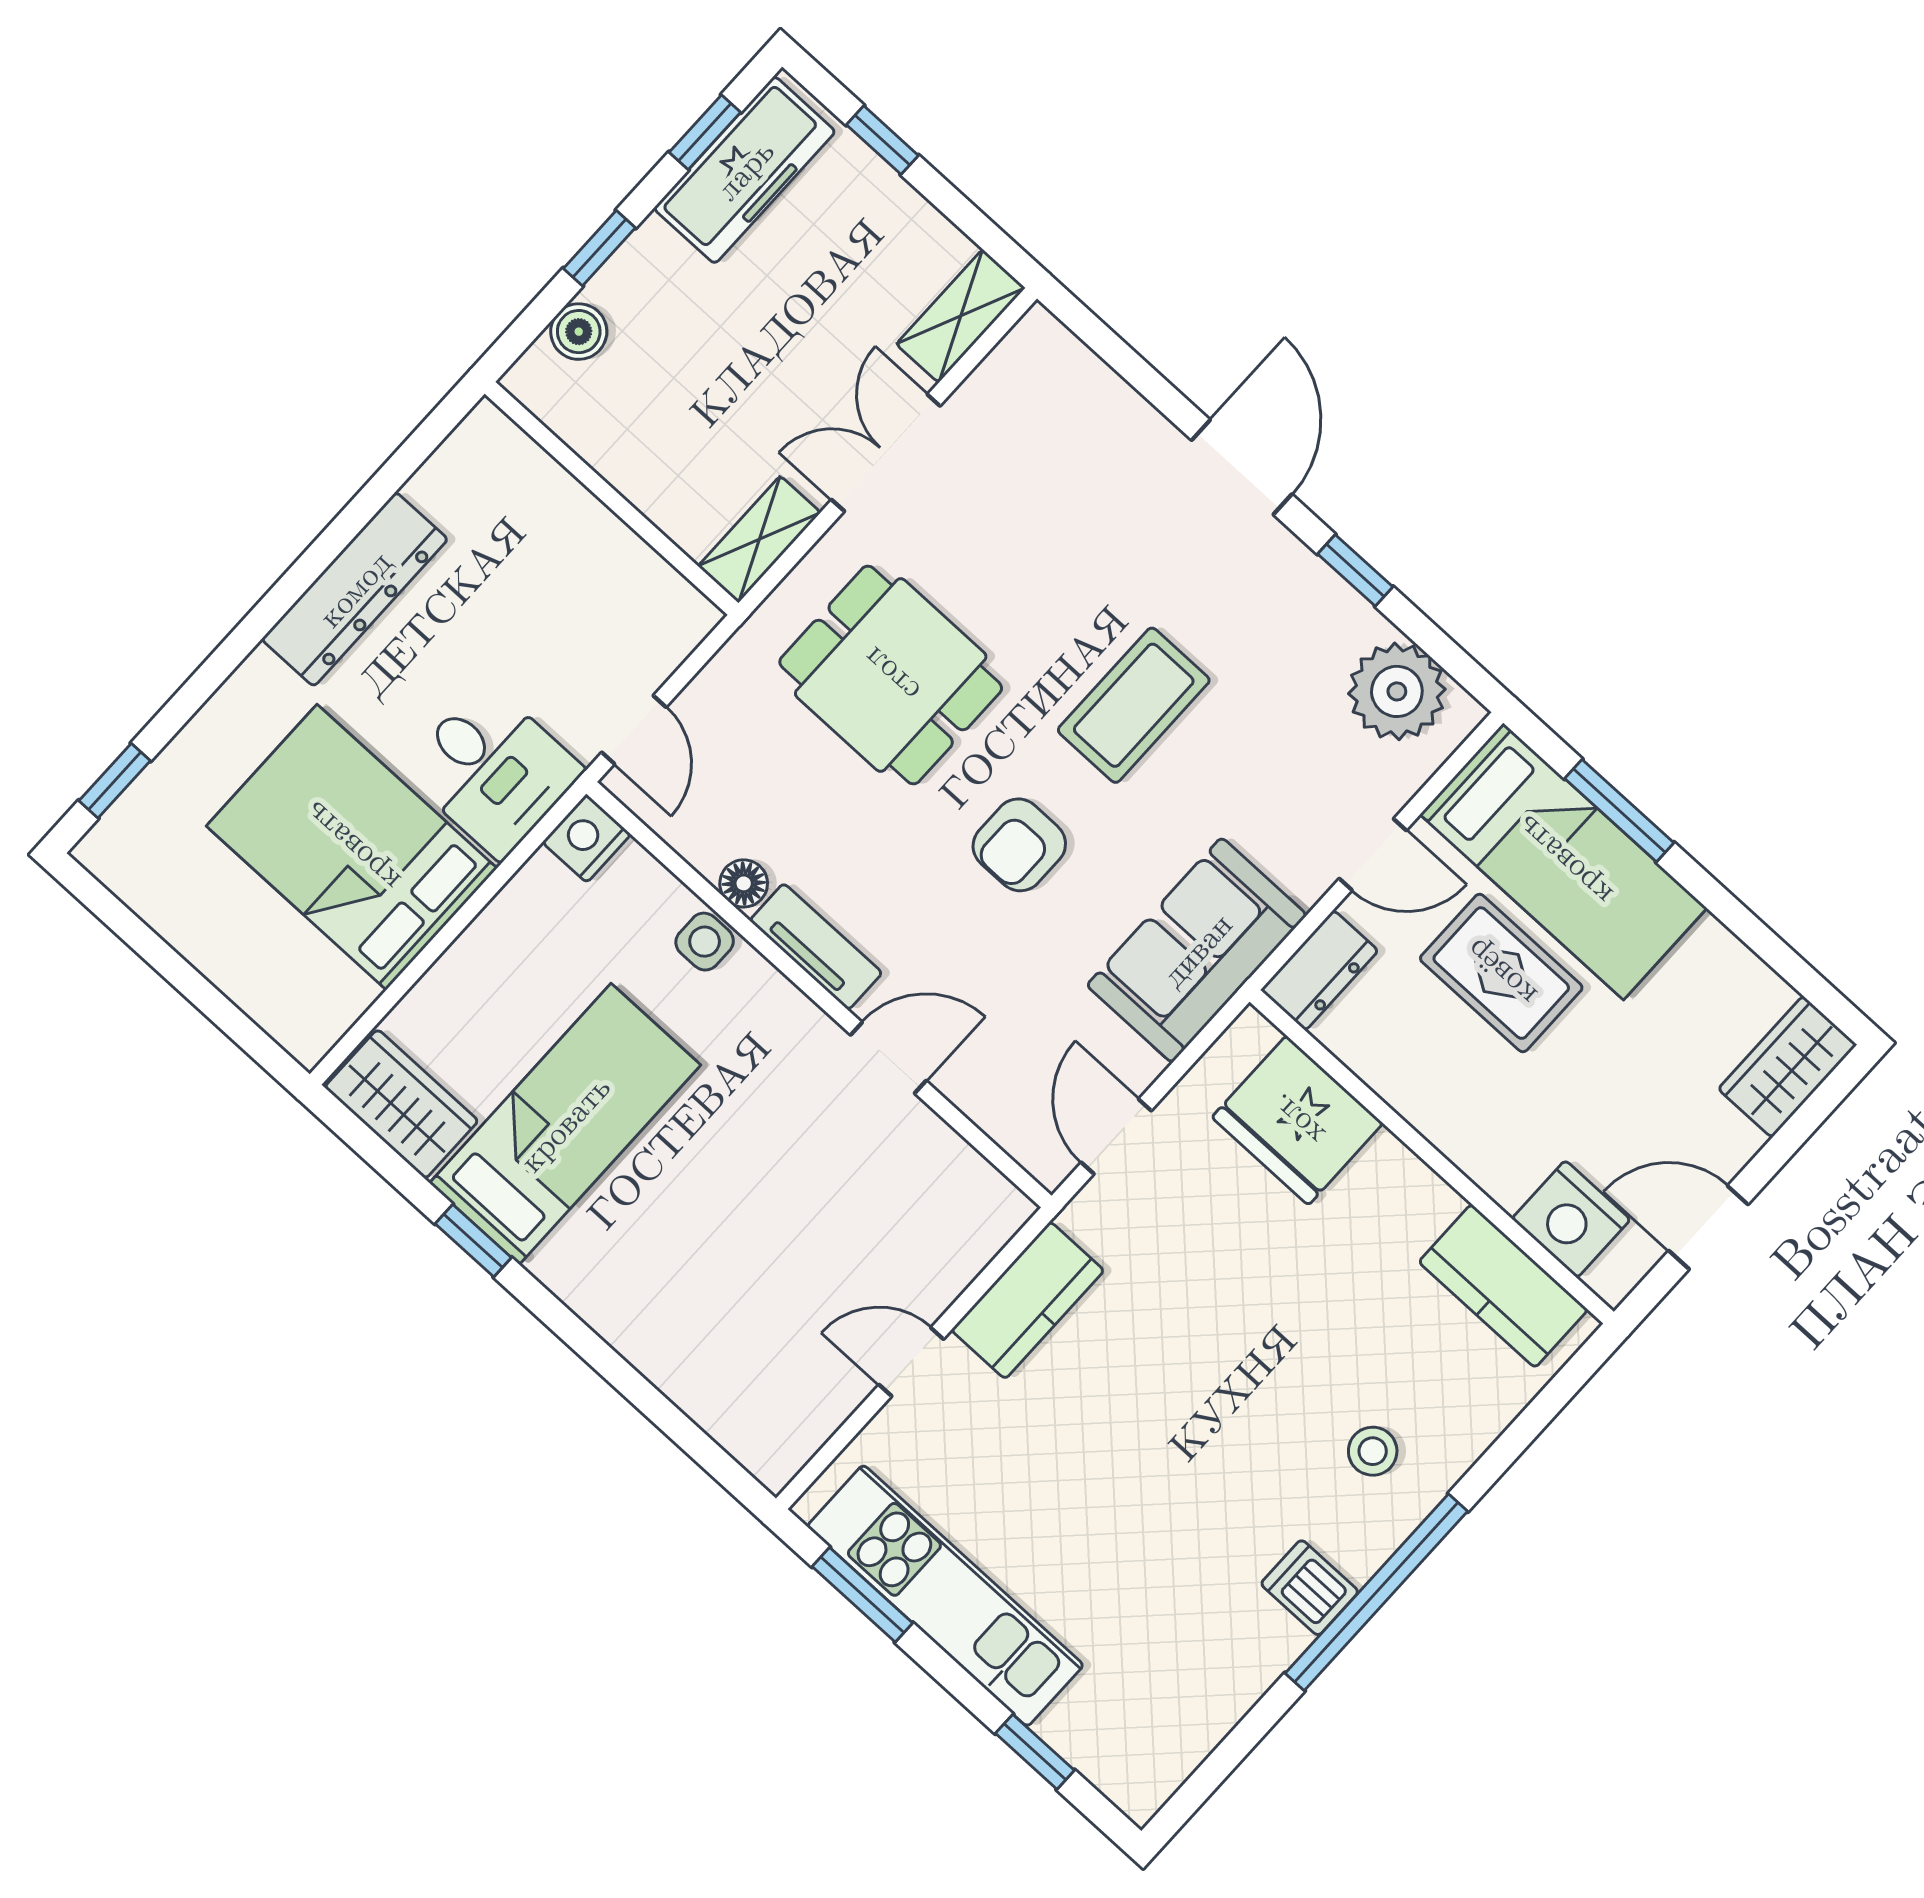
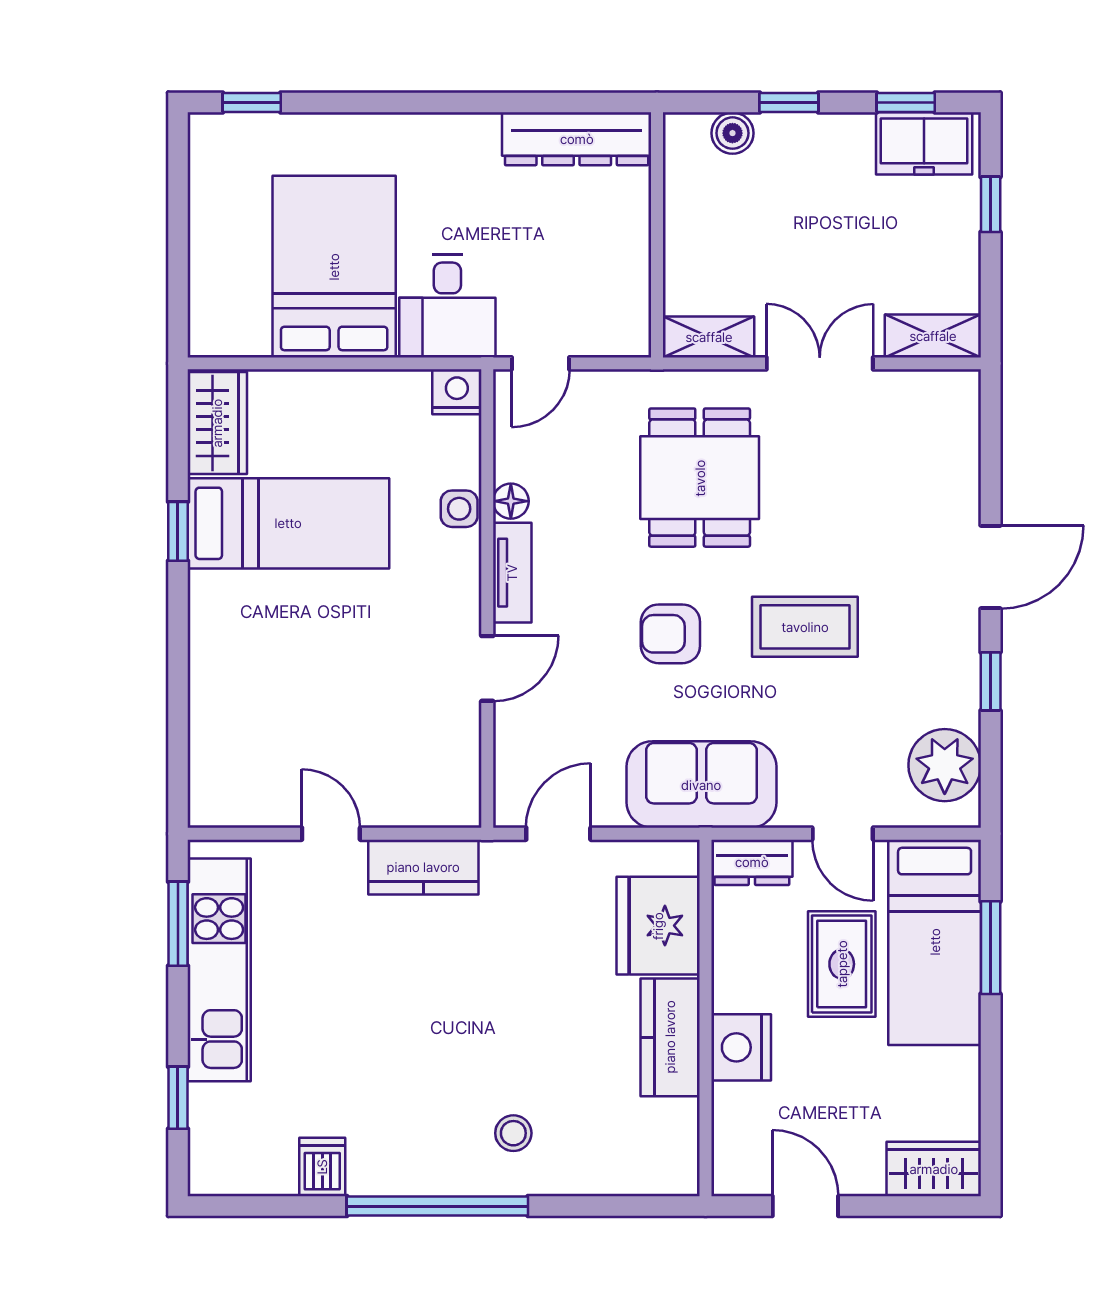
freezer: (745, 170) -> (924, 143), width x0.71
dresser: (355, 589) -> (577, 139), moved
door: (888, 1058) -> (487, 668), hinge flipped
nightstand: (1571, 1219) -> (741, 1047), moved
kitchen counter: (1503, 1286) -> (670, 1037), moved
dishwasher: (1310, 1588) -> (322, 1167), moved

